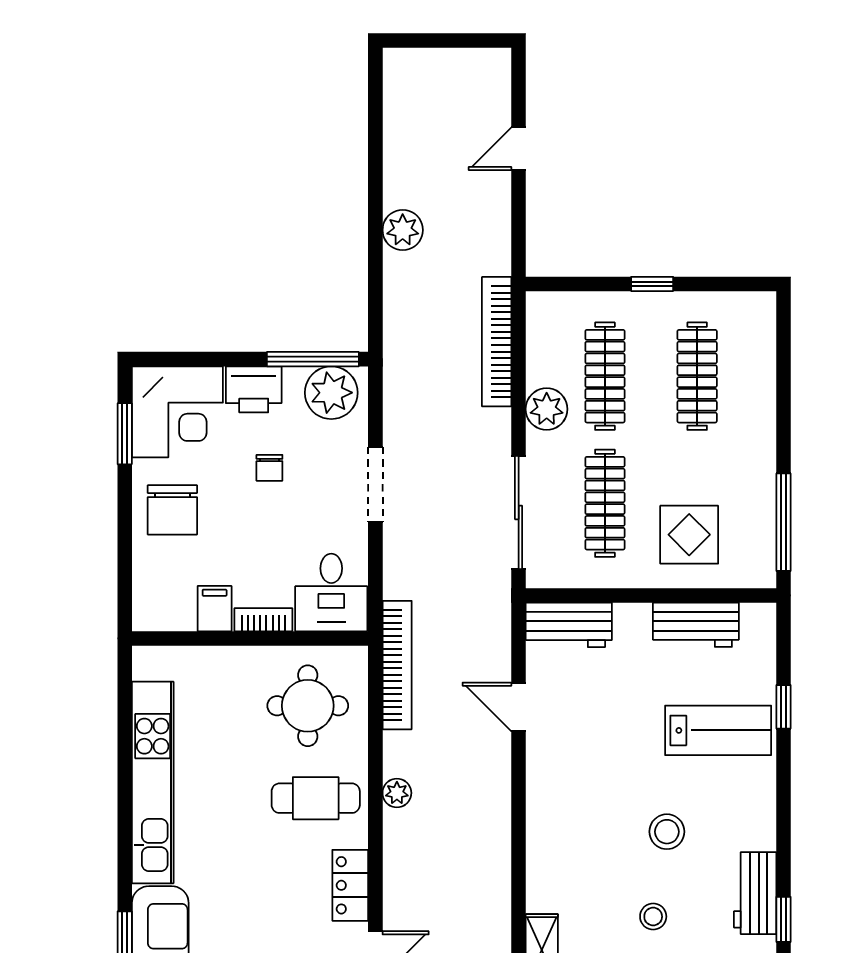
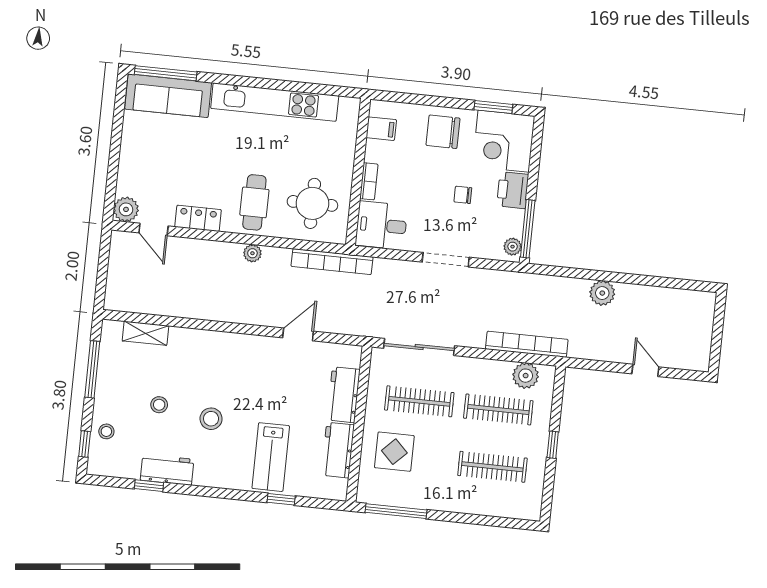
plant: (331, 393) -> (513, 247), width x0.53, depth x0.53
plant: (547, 409) -> (526, 376), moved
filing cabinet: (215, 609) -> (381, 129), moved
workbench: (569, 625) -> (344, 395), moved

